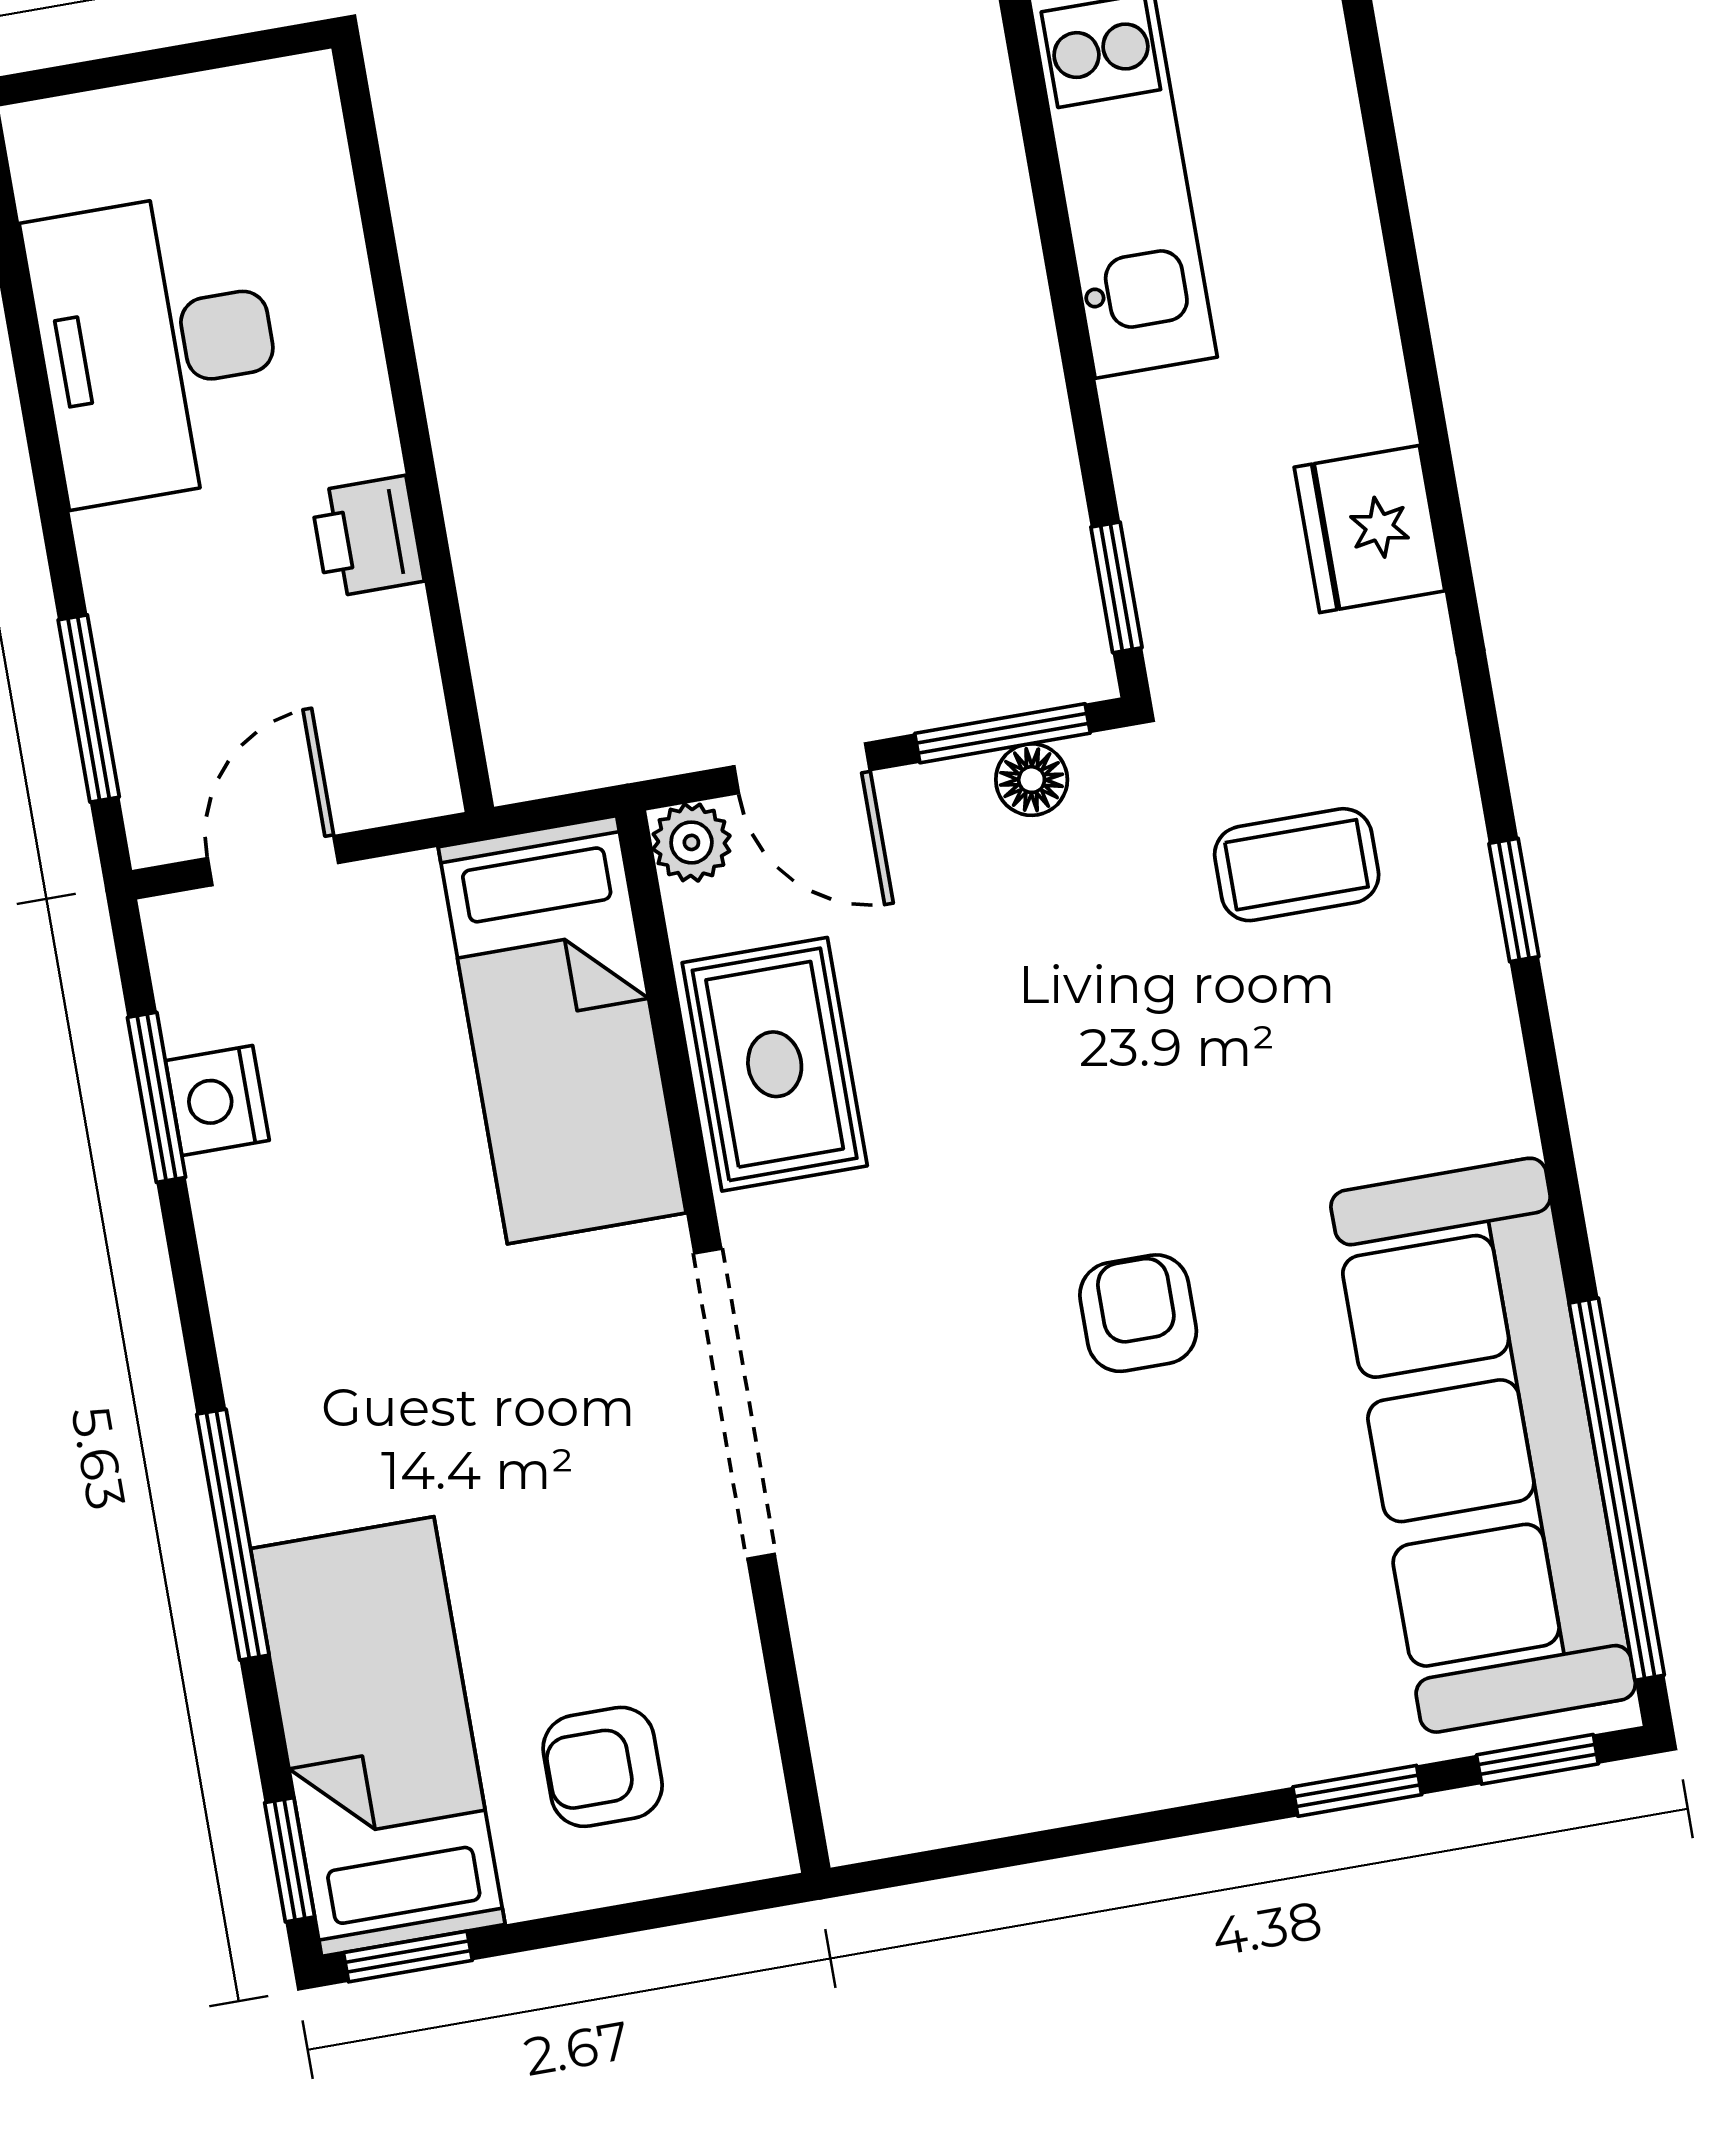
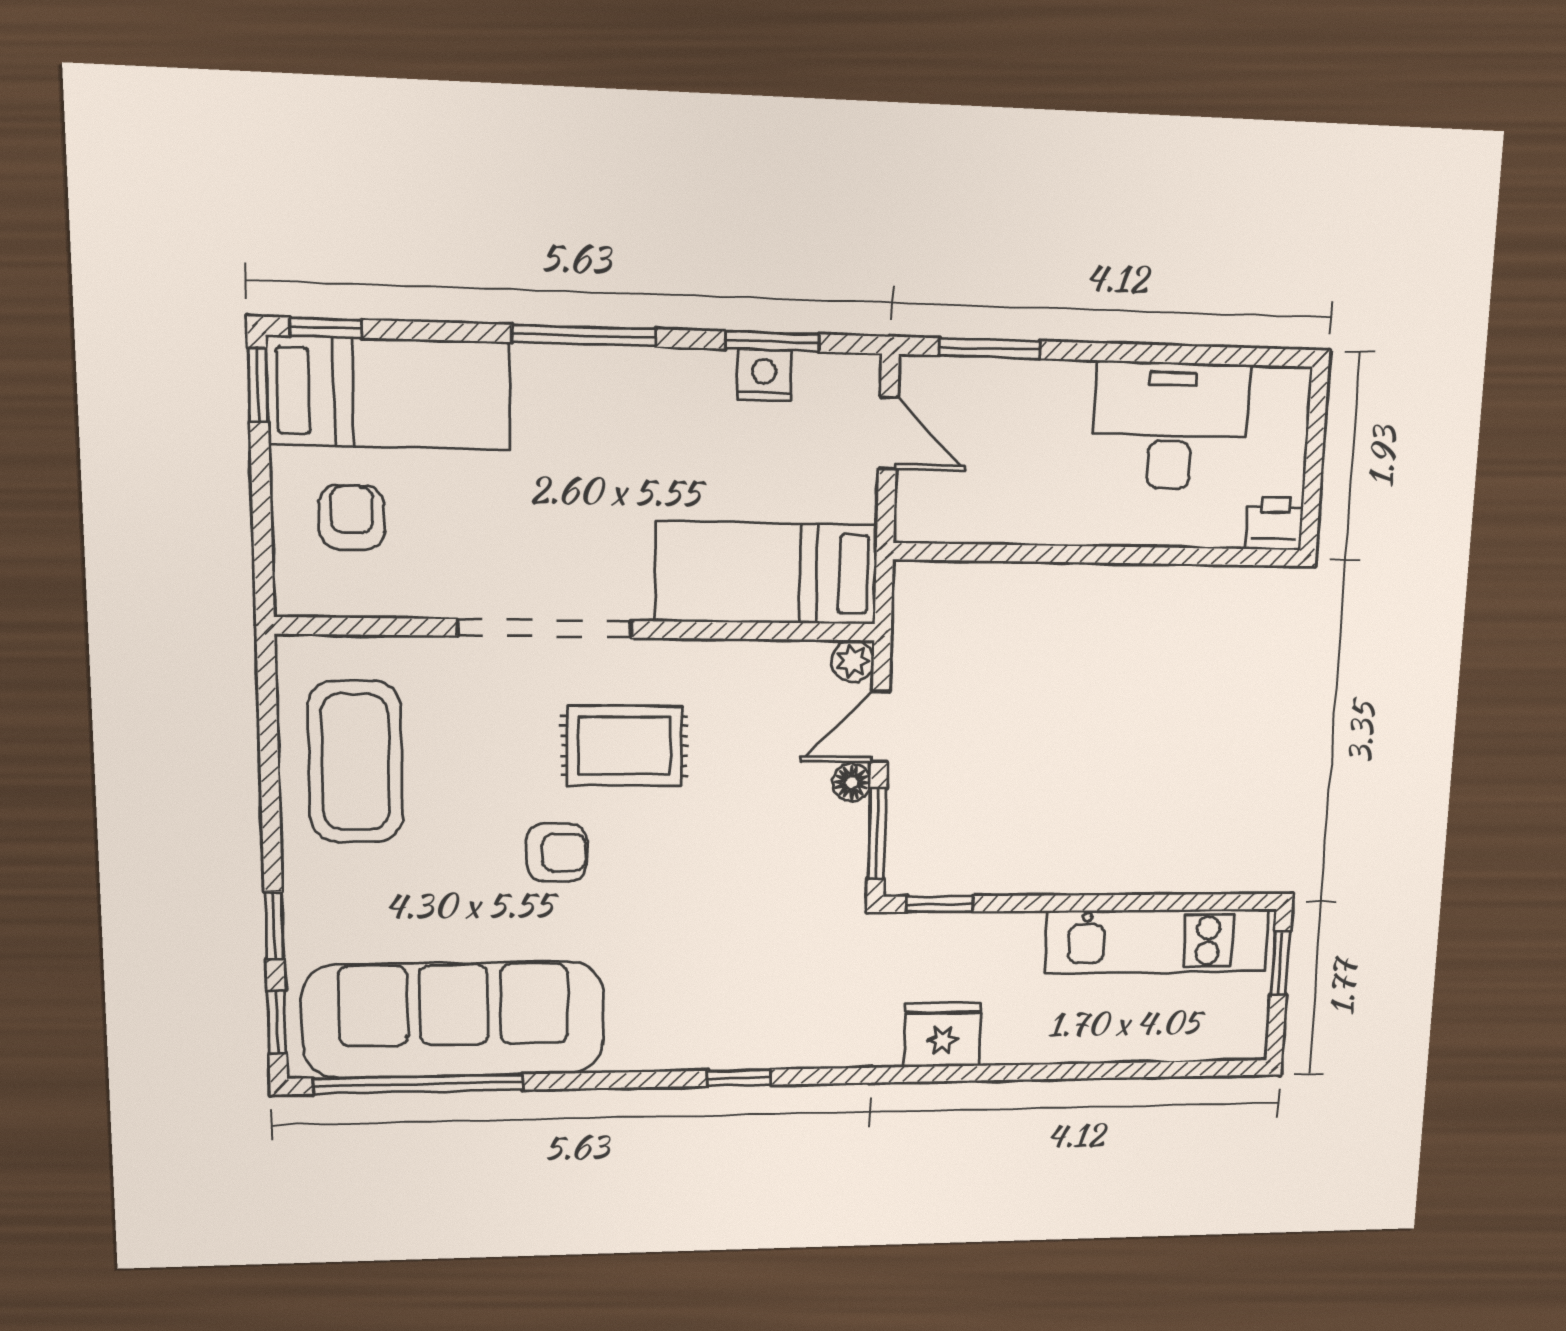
printer: (367, 537) -> (1275, 523), moved
floor lamp: (1032, 780) -> (852, 782), moved
coffee table: (1297, 865) -> (355, 762), moved, width x1.86, depth x1.72
rug: (775, 1064) -> (624, 746), moved
window: (233, 1535) -> (584, 336), moved

